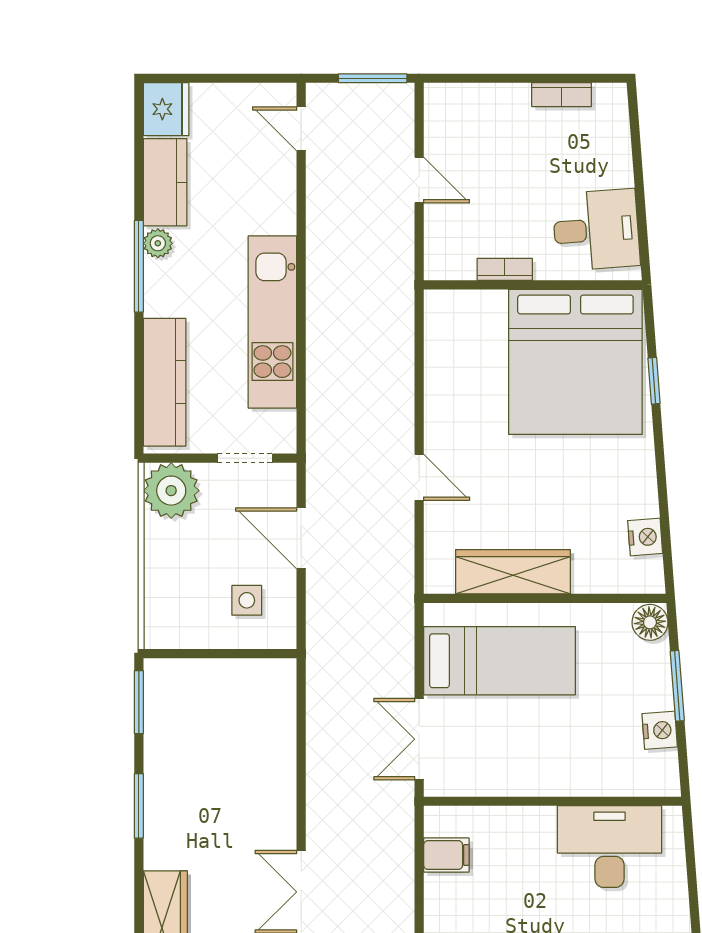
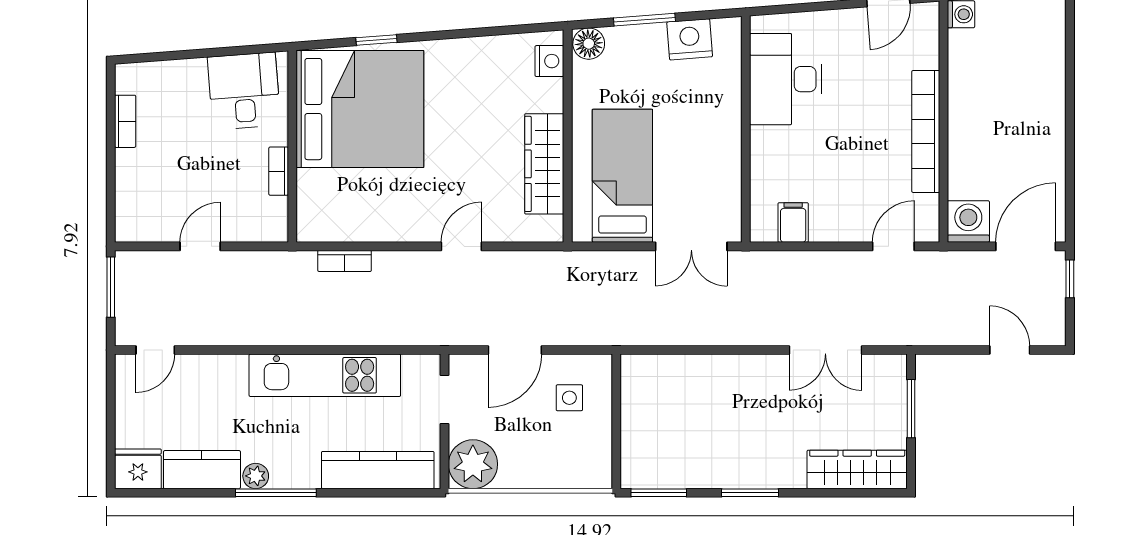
bookcase: (403, 344) -> (345, 261), added
nightstand: (645, 537) -> (549, 61), moved, turned 94
nightstand: (660, 730) -> (690, 39), width x1.36, depth x1.33

